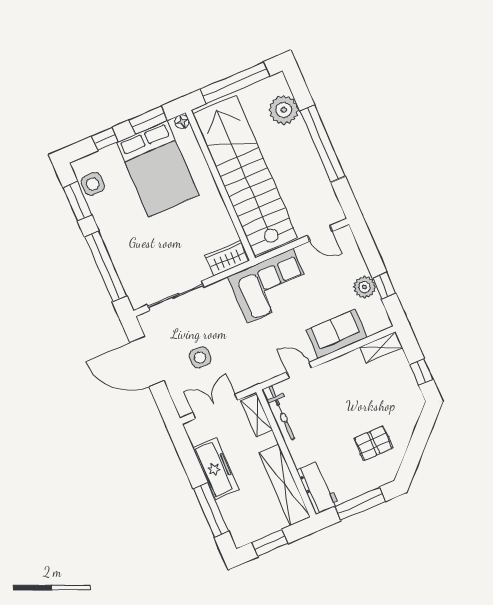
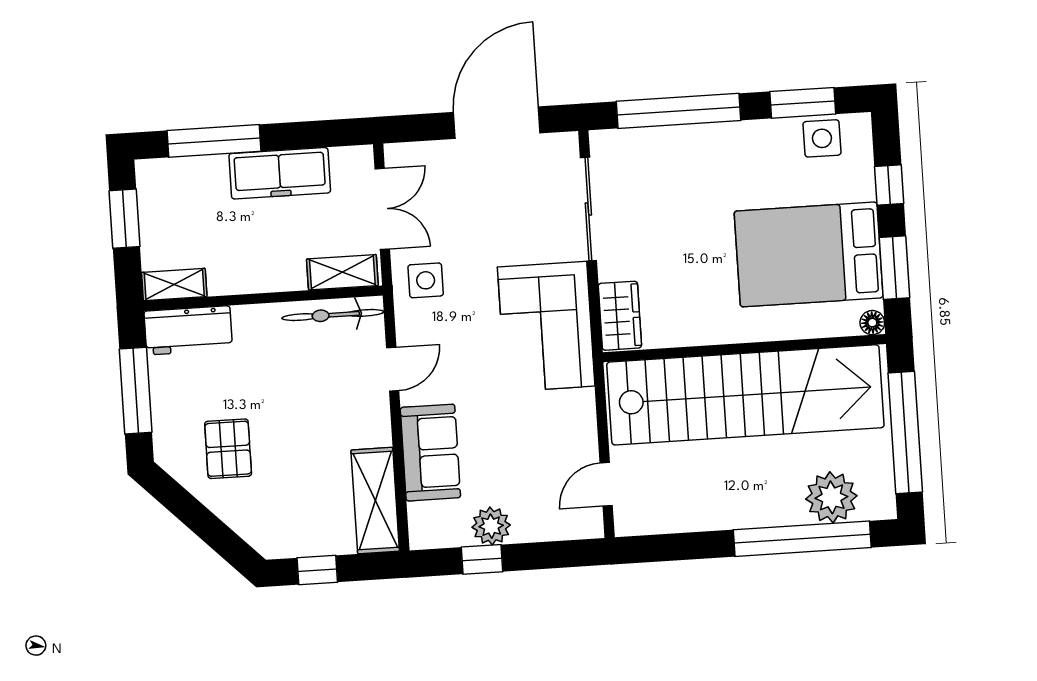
window: (323, 144) -> (802, 539), moved
corner sofa: (270, 286) -> (546, 327), moved
shelving: (381, 348) -> (375, 501), width x1.50, depth x1.33
side table: (200, 357) -> (426, 280), moved
shelving: (285, 485) -> (174, 285), width x0.45, depth x0.75

